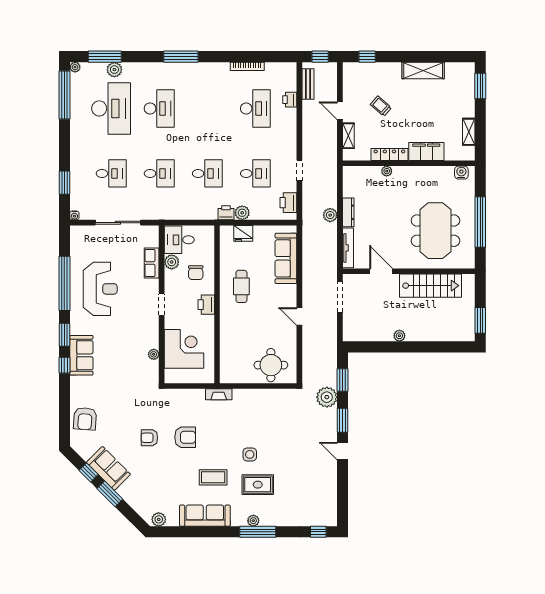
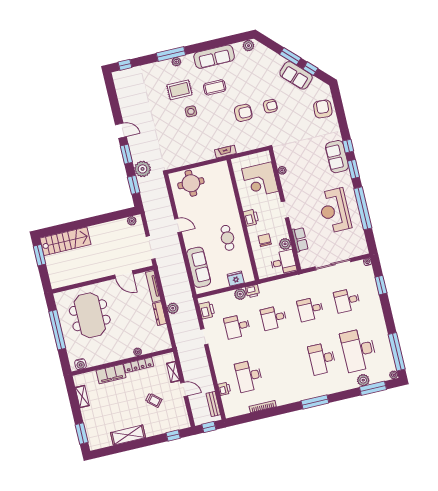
stairs: (430, 286) -> (65, 241), moved, turned 180
plant: (399, 336) -> (132, 221), moved
armchair: (185, 437) -> (243, 113), turned 180

